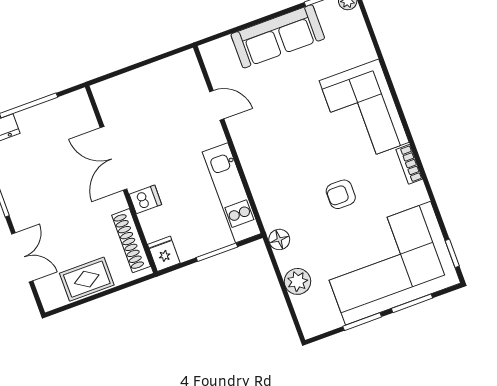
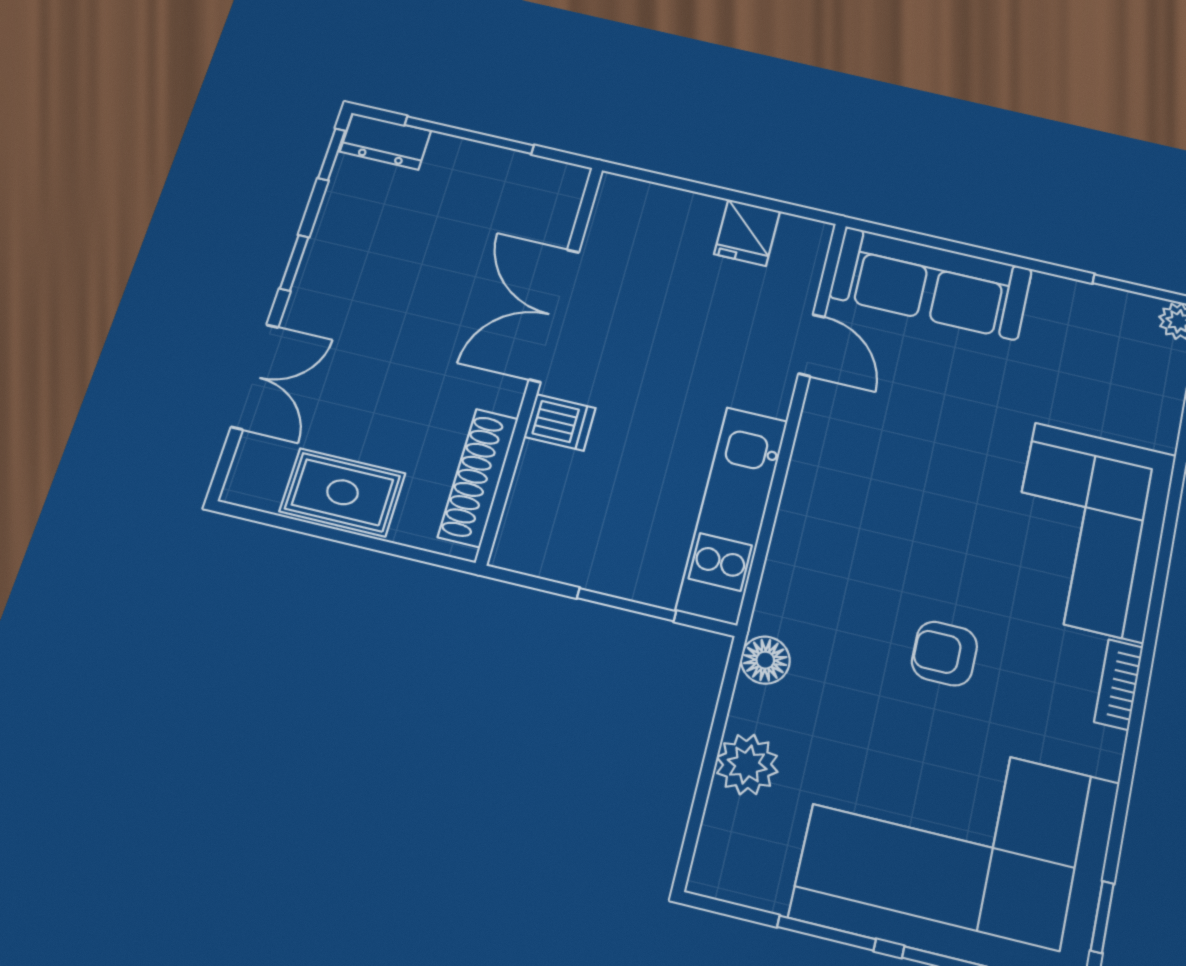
sofa: (278, 36) -> (931, 283), moved
fridge: (164, 254) -> (747, 233), moved, turned 180

